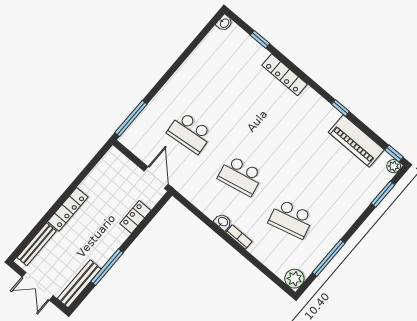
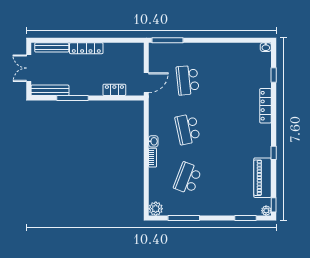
school desk: (291, 219) -> (188, 178), turned 36

